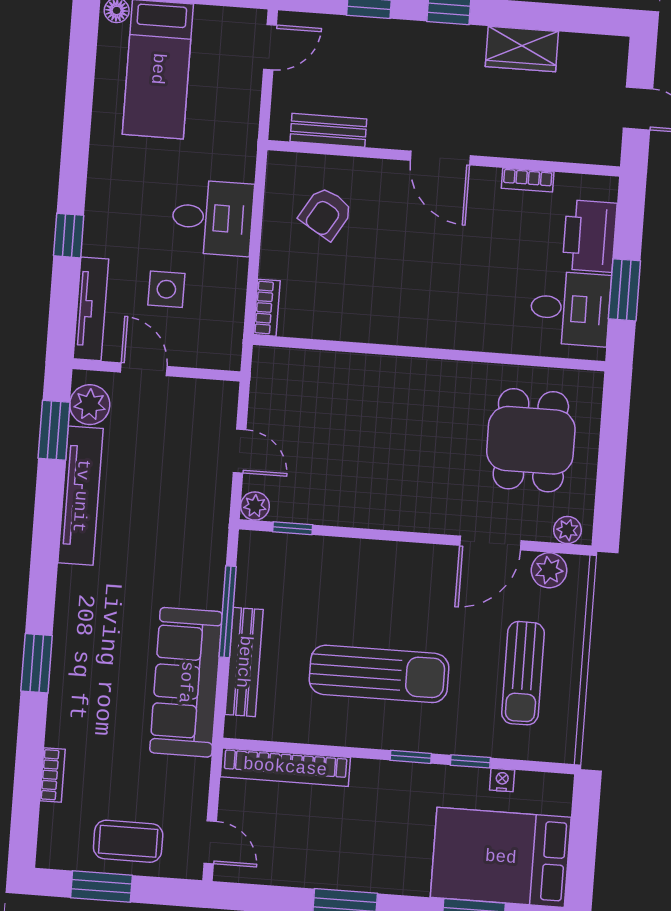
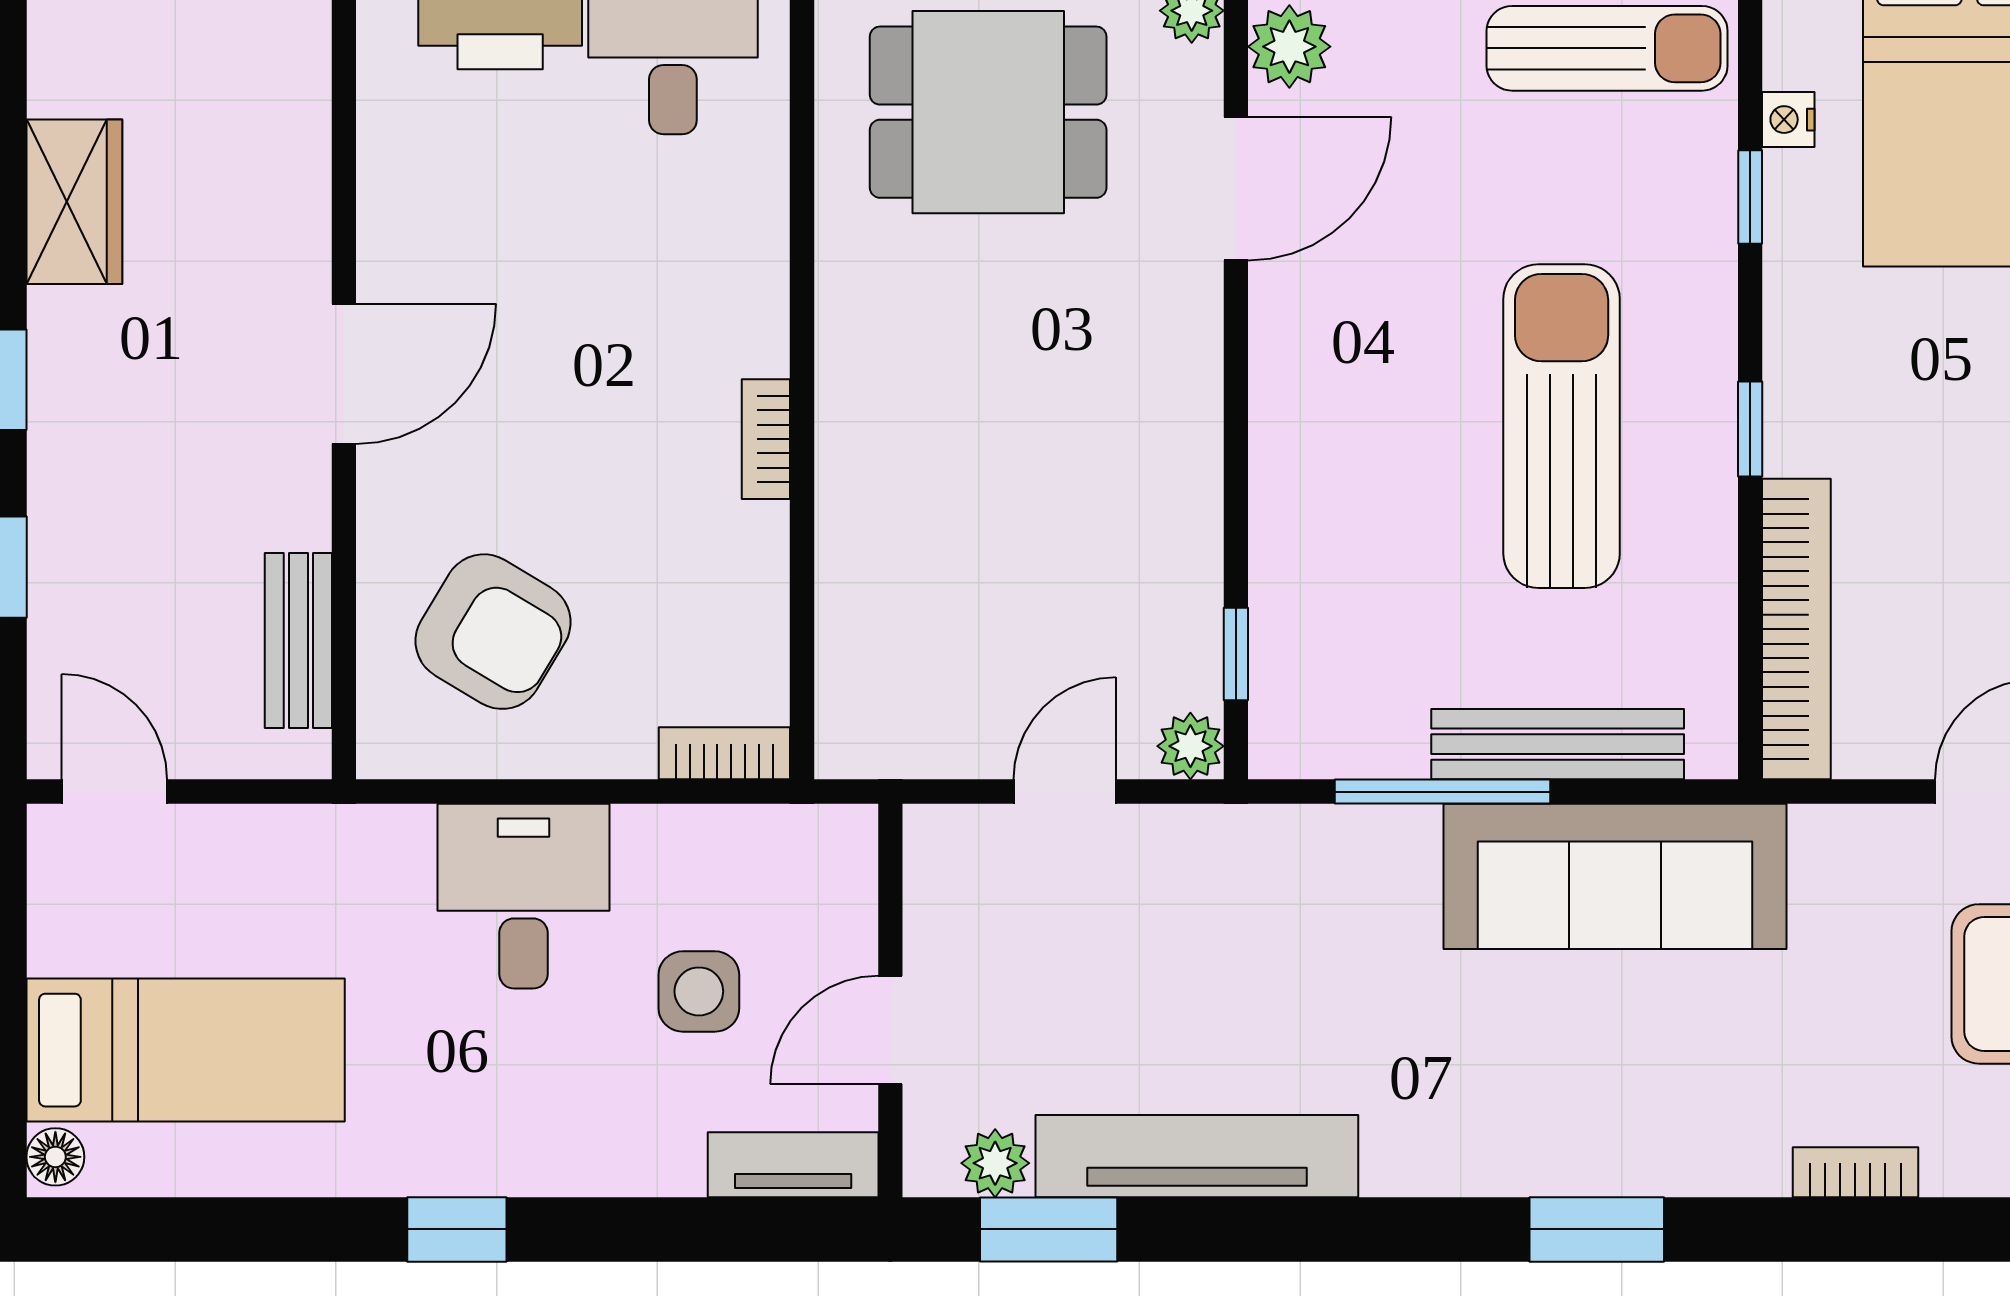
bookcase: (528, 180) -> (766, 439), moved, turned 180
armchair: (326, 213) -> (493, 632), width x1.38, depth x1.38
window: (69, 236) -> (457, 1229), moved
tv unit: (91, 309) -> (793, 1165), width x0.71
plant: (90, 405) -> (995, 1163), width x0.73, depth x0.73
door: (490, 543) -> (1236, 189), hinge flipped
sun lounger: (523, 673) -> (1607, 48), moved
window: (411, 757) -> (1750, 429), moved

